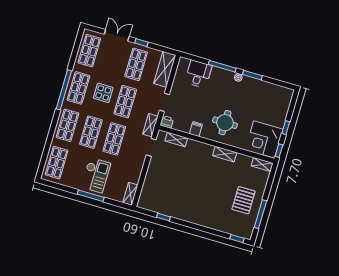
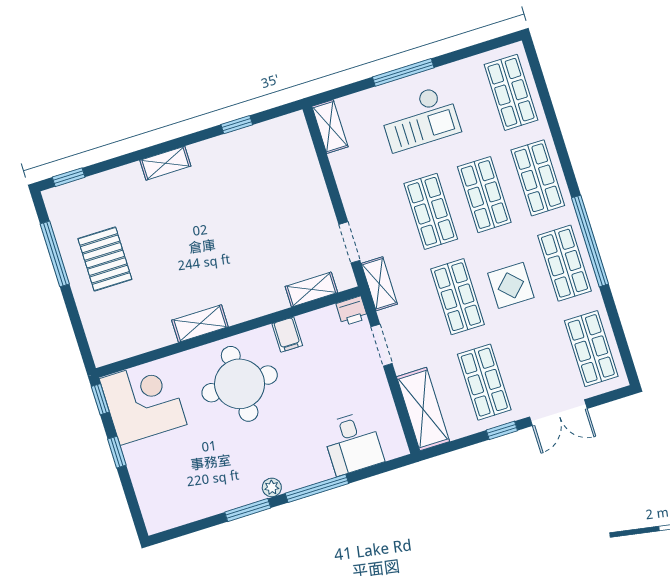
round table: (225, 123) -> (240, 384), width x1.36, depth x1.36
shelving: (262, 164) -> (165, 163), moved
checkout: (96, 175) -> (420, 118), turned -90

